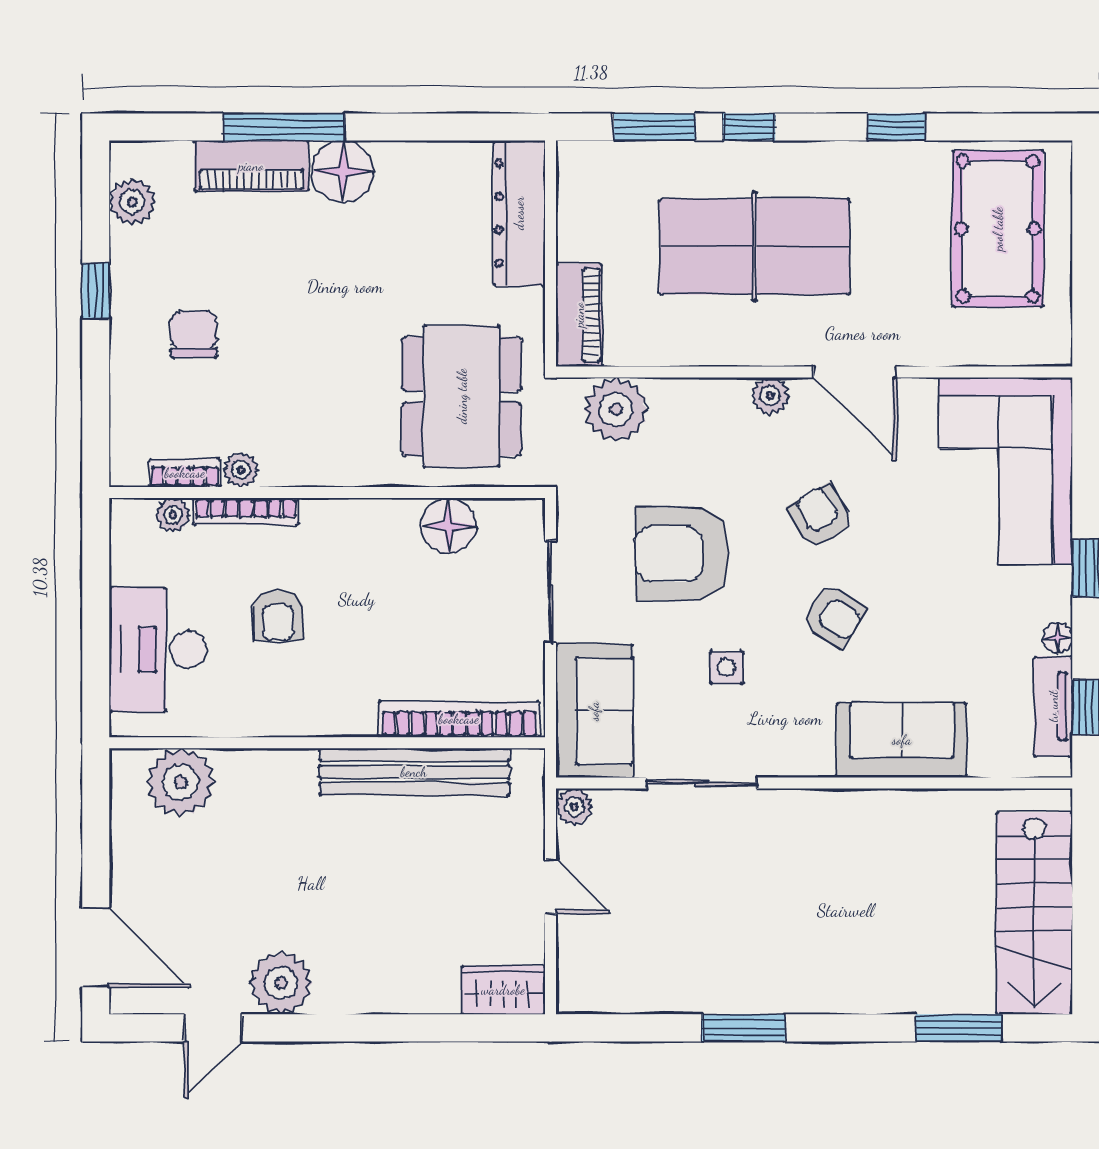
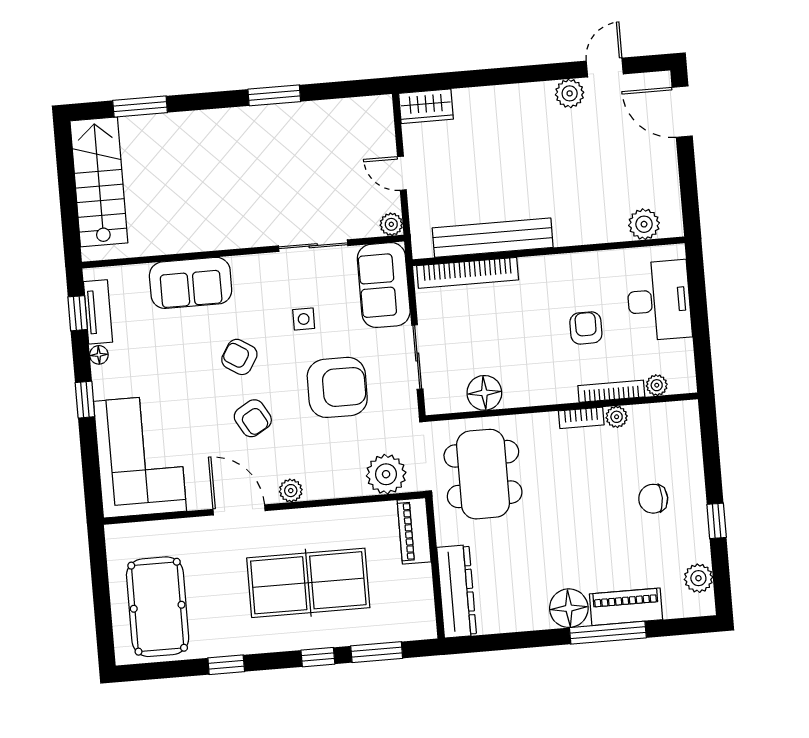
chair: (194, 334) -> (653, 499), turned 90
bookcase: (185, 473) -> (581, 418), moved
plant: (181, 782) -> (644, 224), width x0.73, depth x0.73
plant: (281, 983) -> (570, 93), width x0.73, depth x0.73

